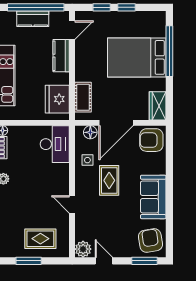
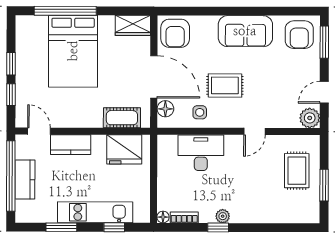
desk: (55, 144) -> (201, 153), moved
armchair: (150, 241) -> (299, 35), turned -81

